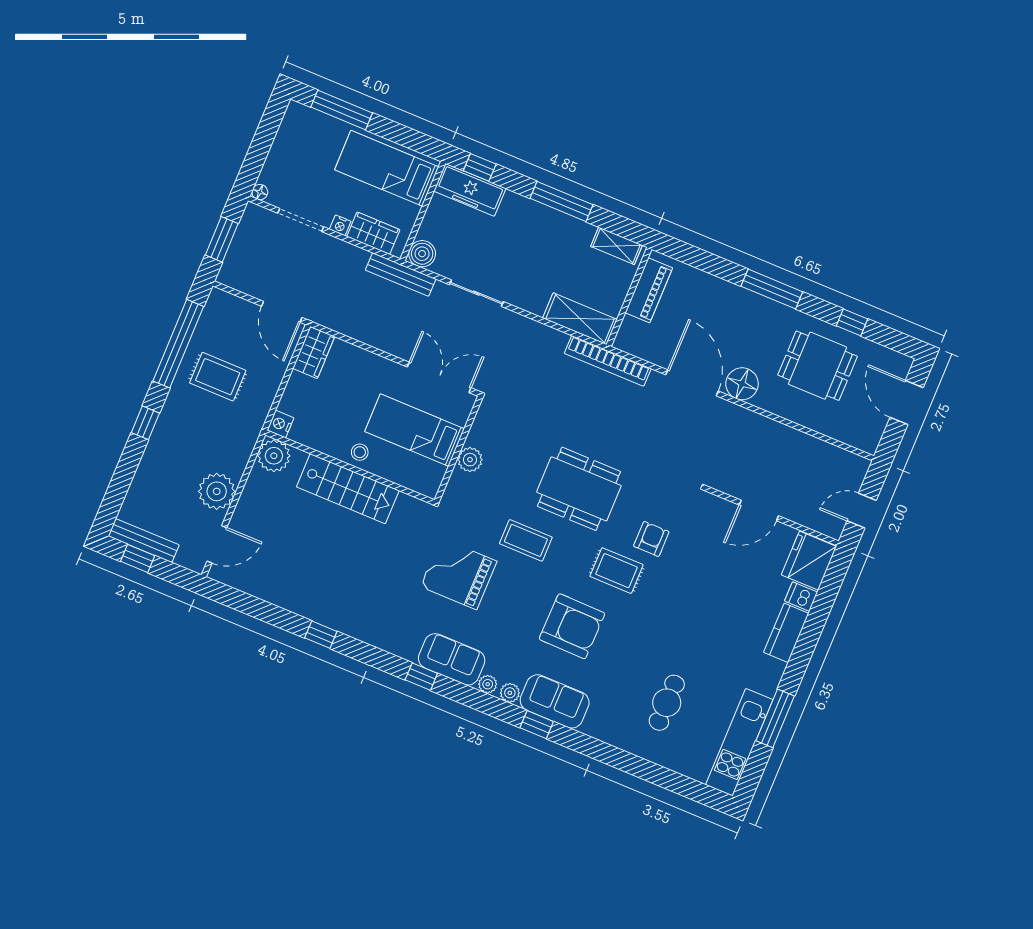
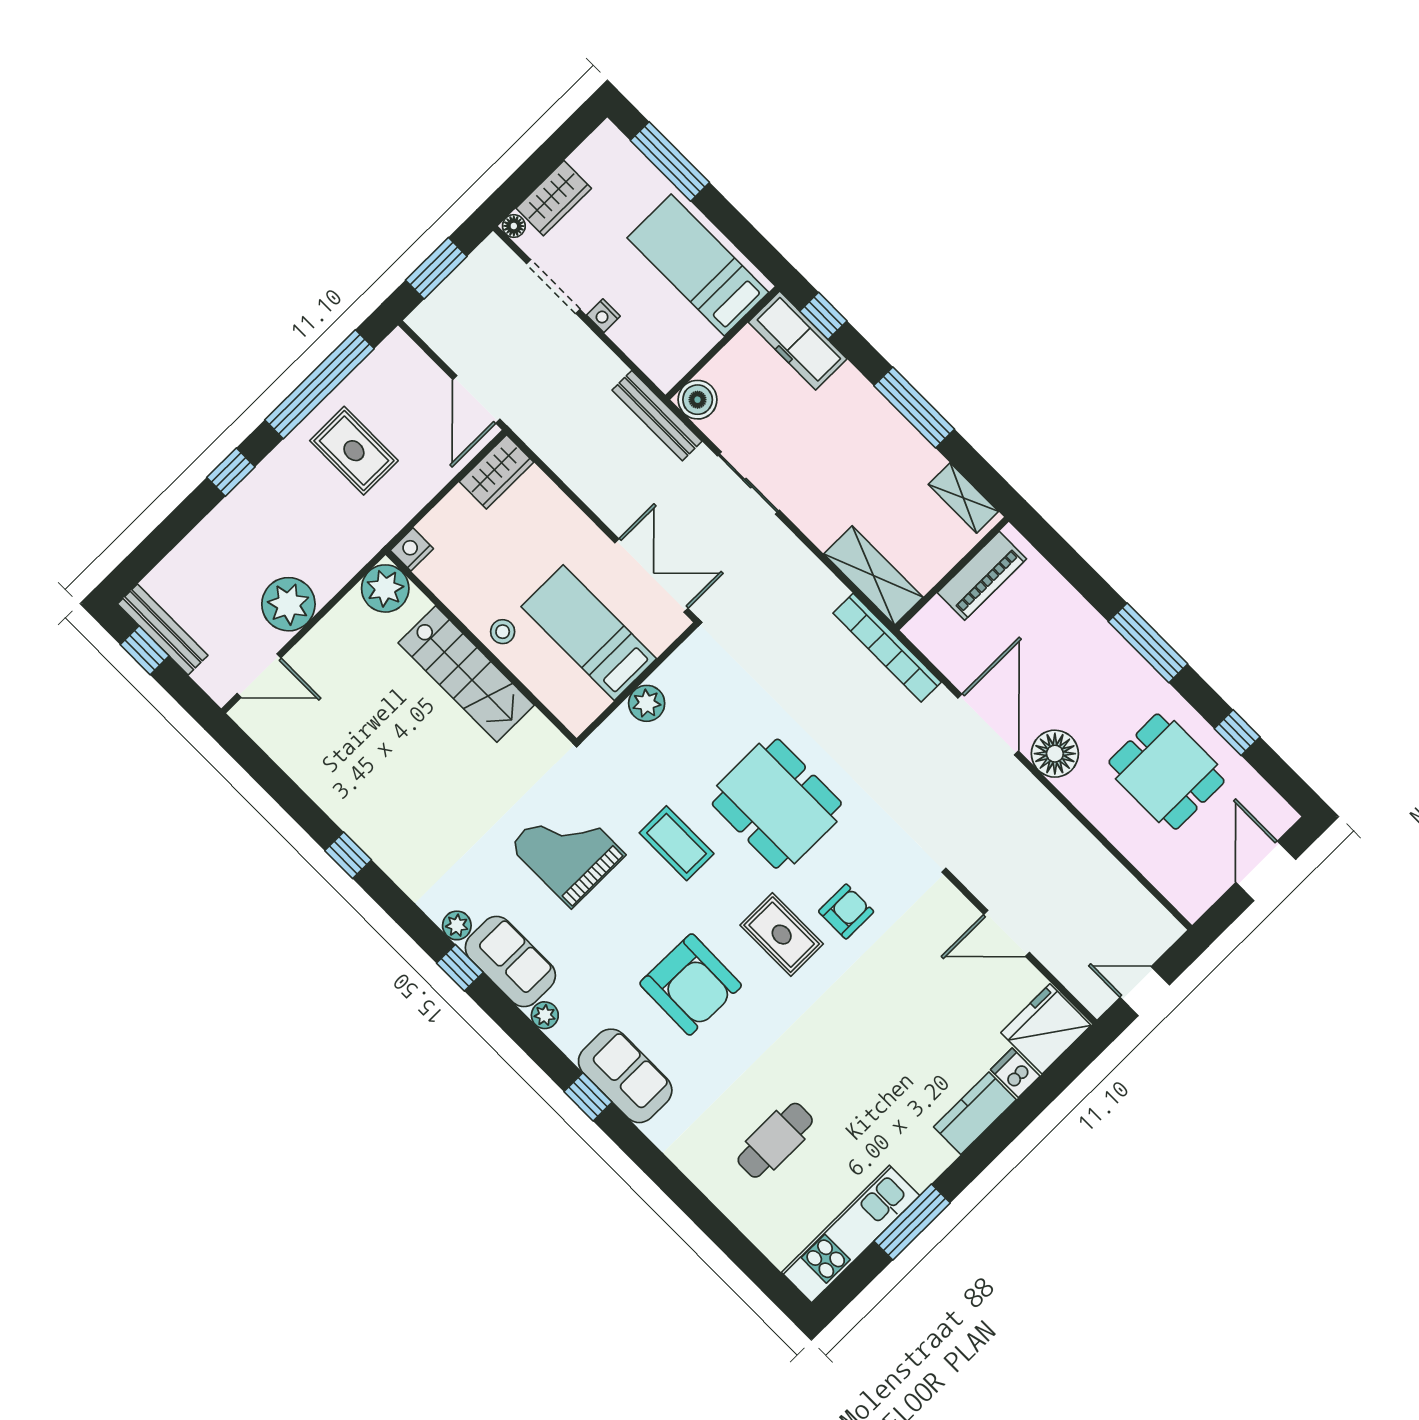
wardrobe: (373, 233) -> (554, 198), moved, turned 90
plant: (510, 693) -> (457, 925), moved

